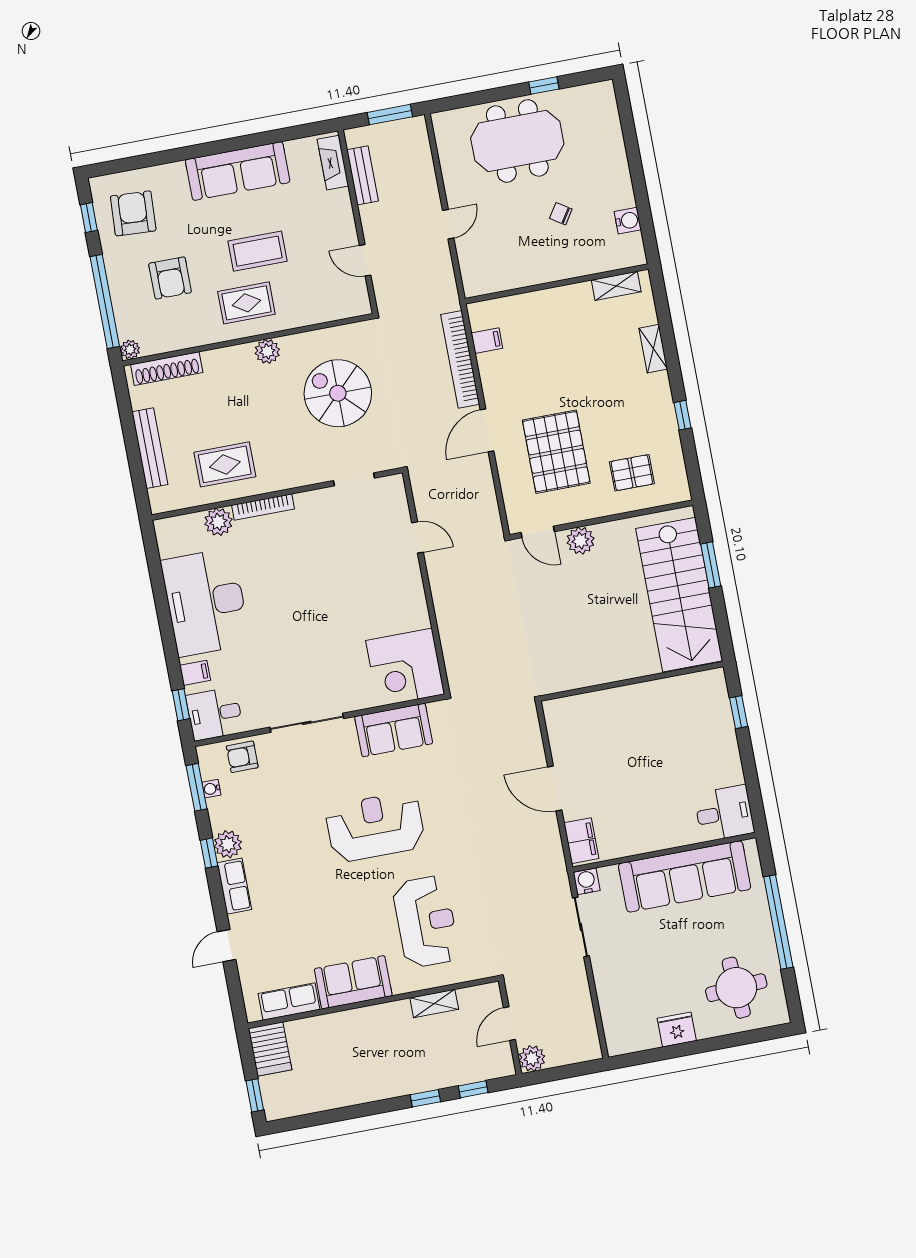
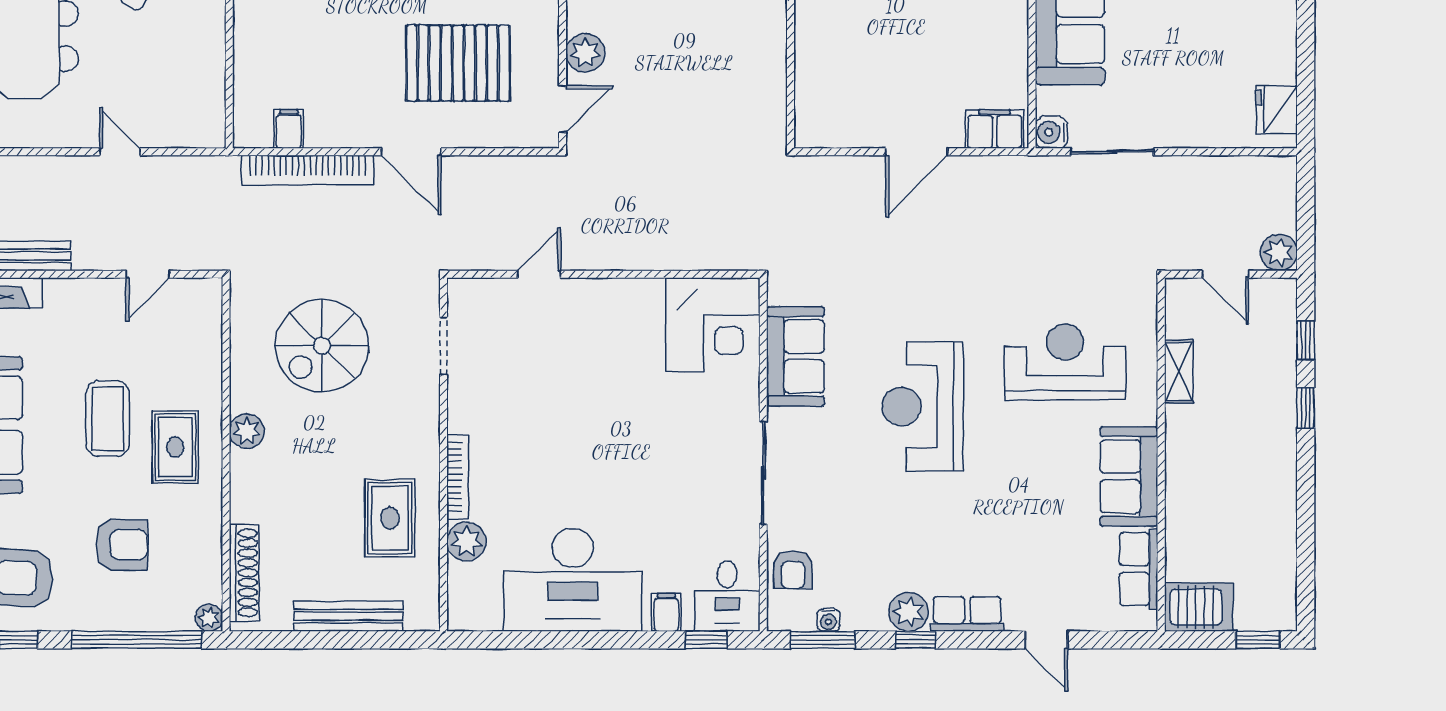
fridge: (677, 1030) -> (1277, 110), moved

